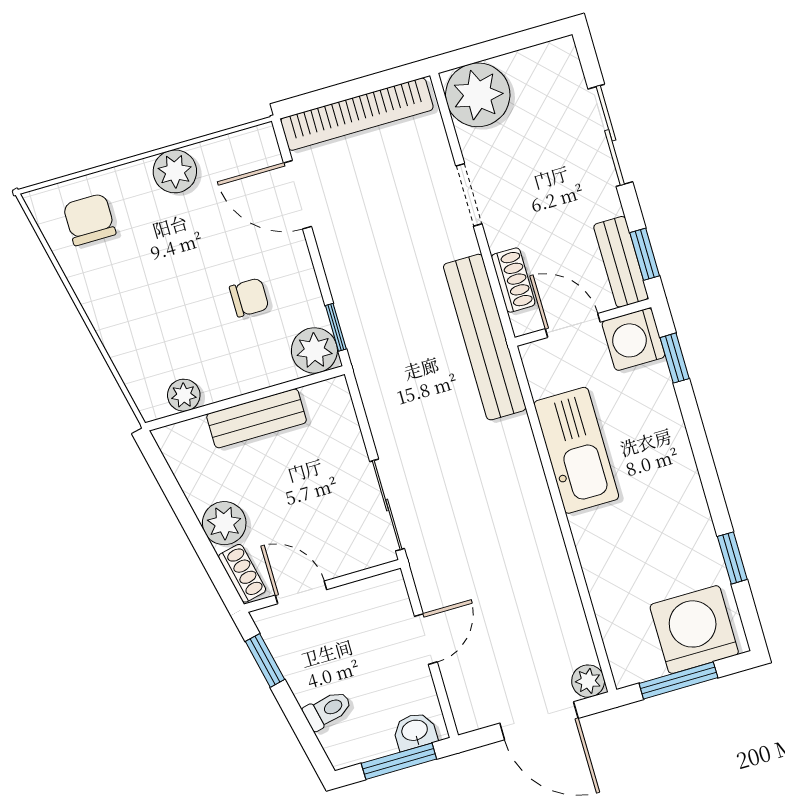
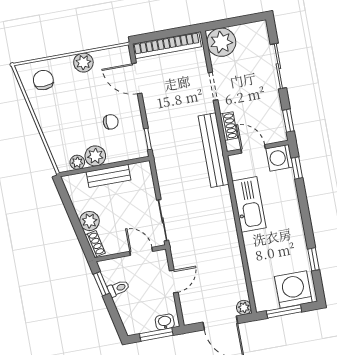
bench: (621, 262) -> (277, 123), removed
plant: (314, 350) -> (95, 156), moved
door: (301, 592) -> (141, 251), moved
toilet: (327, 710) -> (118, 288), moved

